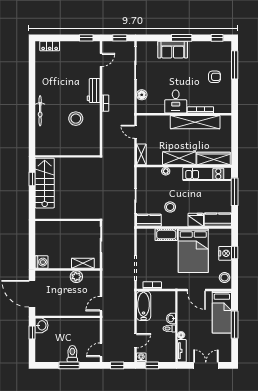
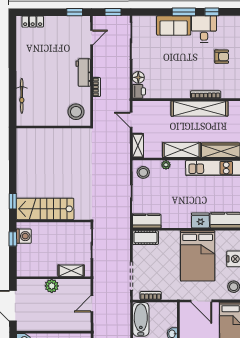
window: (217, 38) -> (212, 12), moved
desk: (176, 102) -> (204, 29), moved, turned 180
printer: (142, 107) -> (139, 91), added
stool: (76, 119) -> (76, 112), moved
wall: (68, 156) -> (53, 127), moved
window: (32, 179) -> (13, 201), moved
stairs: (45, 183) -> (45, 209), moved, turned -90
stool: (170, 207) -> (143, 172), moved
window: (32, 235) -> (13, 239), added
cot: (166, 235) -> (145, 238), moved
washing machine: (42, 262) -> (24, 236), moved
plant: (76, 277) -> (52, 286), moved
door: (101, 304) -> (92, 304), moved

